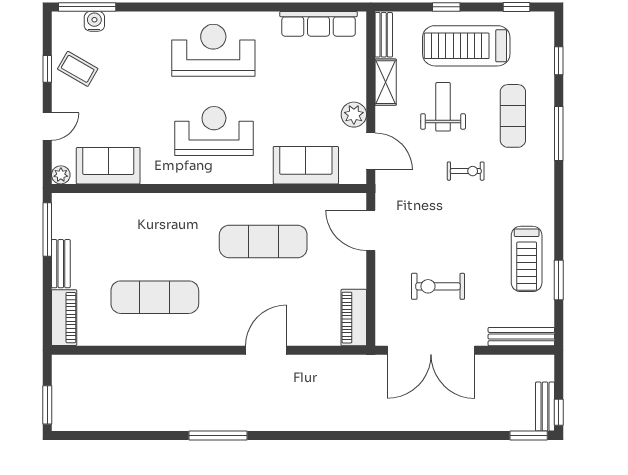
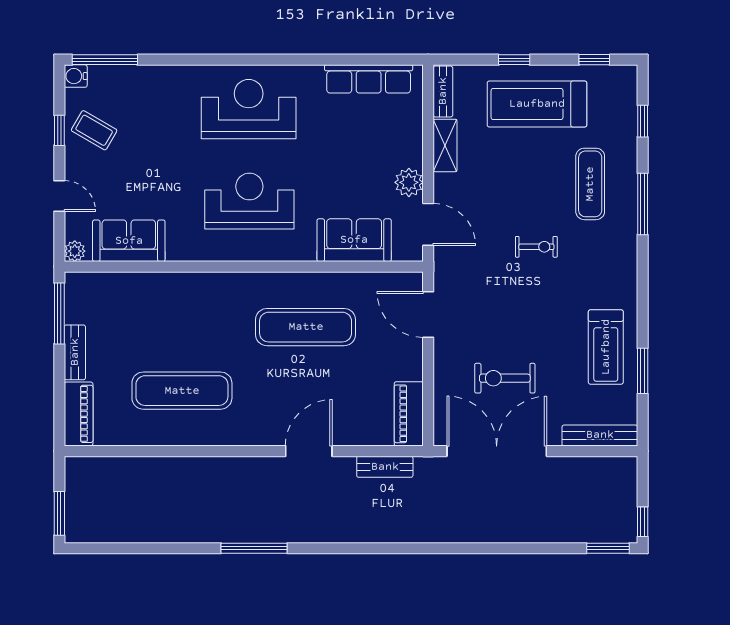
water cooler: (94, 21) -> (76, 76), moved, turned -90
weight bench: (443, 107) -> (511, 174), removed
door: (47, 126) -> (59, 196), hinge flipped
double door: (431, 350) -> (497, 451), swing flipped
bench: (545, 407) -> (385, 467), moved, turned 90

